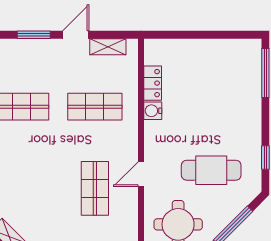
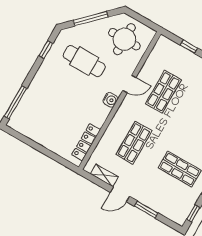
locker: (153, 83) -> (86, 142), width x1.53
shop shelf: (95, 107) -> (134, 143), turned 90
water cooler: (153, 111) -> (110, 100), moved

